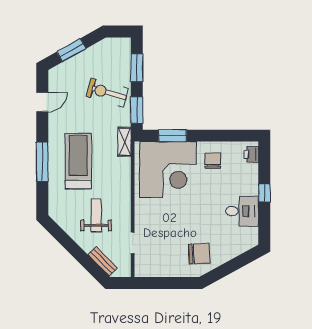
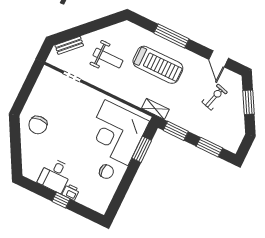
exercise bike: (107, 93) -> (215, 97), moved, width x0.73, depth x0.72
printer: (251, 154) -> (71, 192), moved

